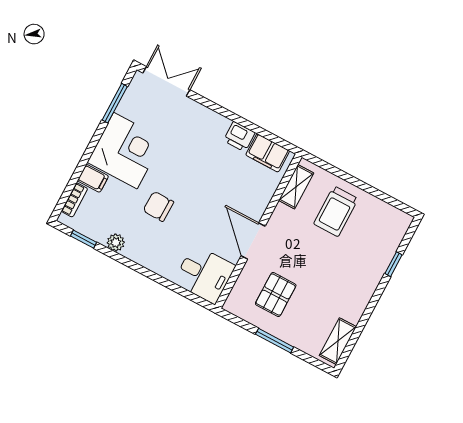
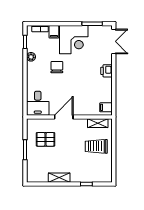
printer: (239, 137) -> (106, 71), moved
filing cabinet: (268, 153) -> (106, 107), width x0.50
shelving: (338, 341) -> (59, 178), moved

